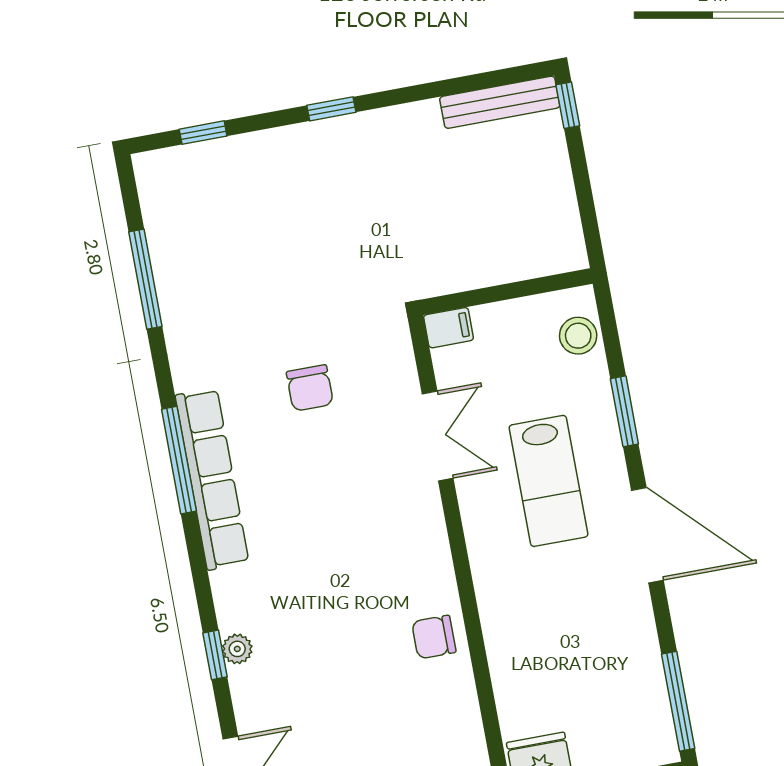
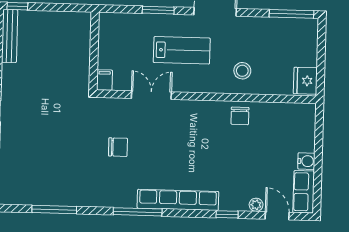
stool: (578, 336) -> (242, 71), moved
row of seats: (212, 479) -> (178, 200), moved
plant: (237, 649) -> (256, 205), moved

